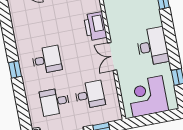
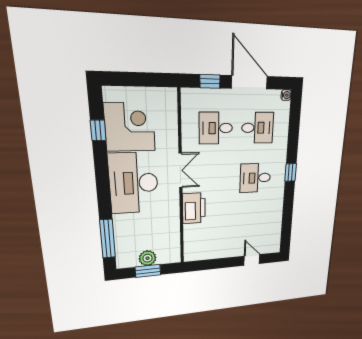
desk: (152, 46) -> (134, 183), width x1.36, depth x1.30
corner desk: (148, 96) -> (130, 127), moved, turned -90

